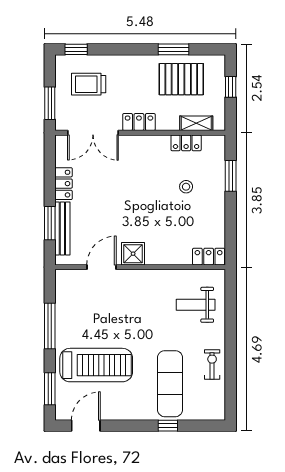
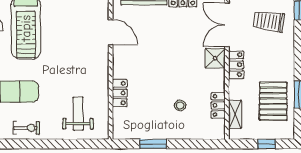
trolley: (89, 84) -> (269, 21), turned -82
window: (231, 176) -> (153, 144), moved
shower: (133, 254) -> (215, 58), moved
locker: (209, 257) -> (120, 93), moved

